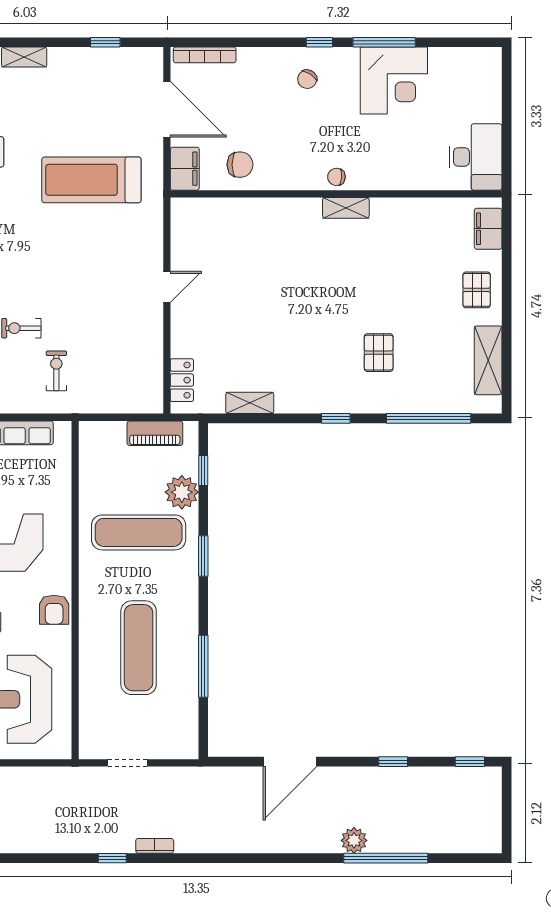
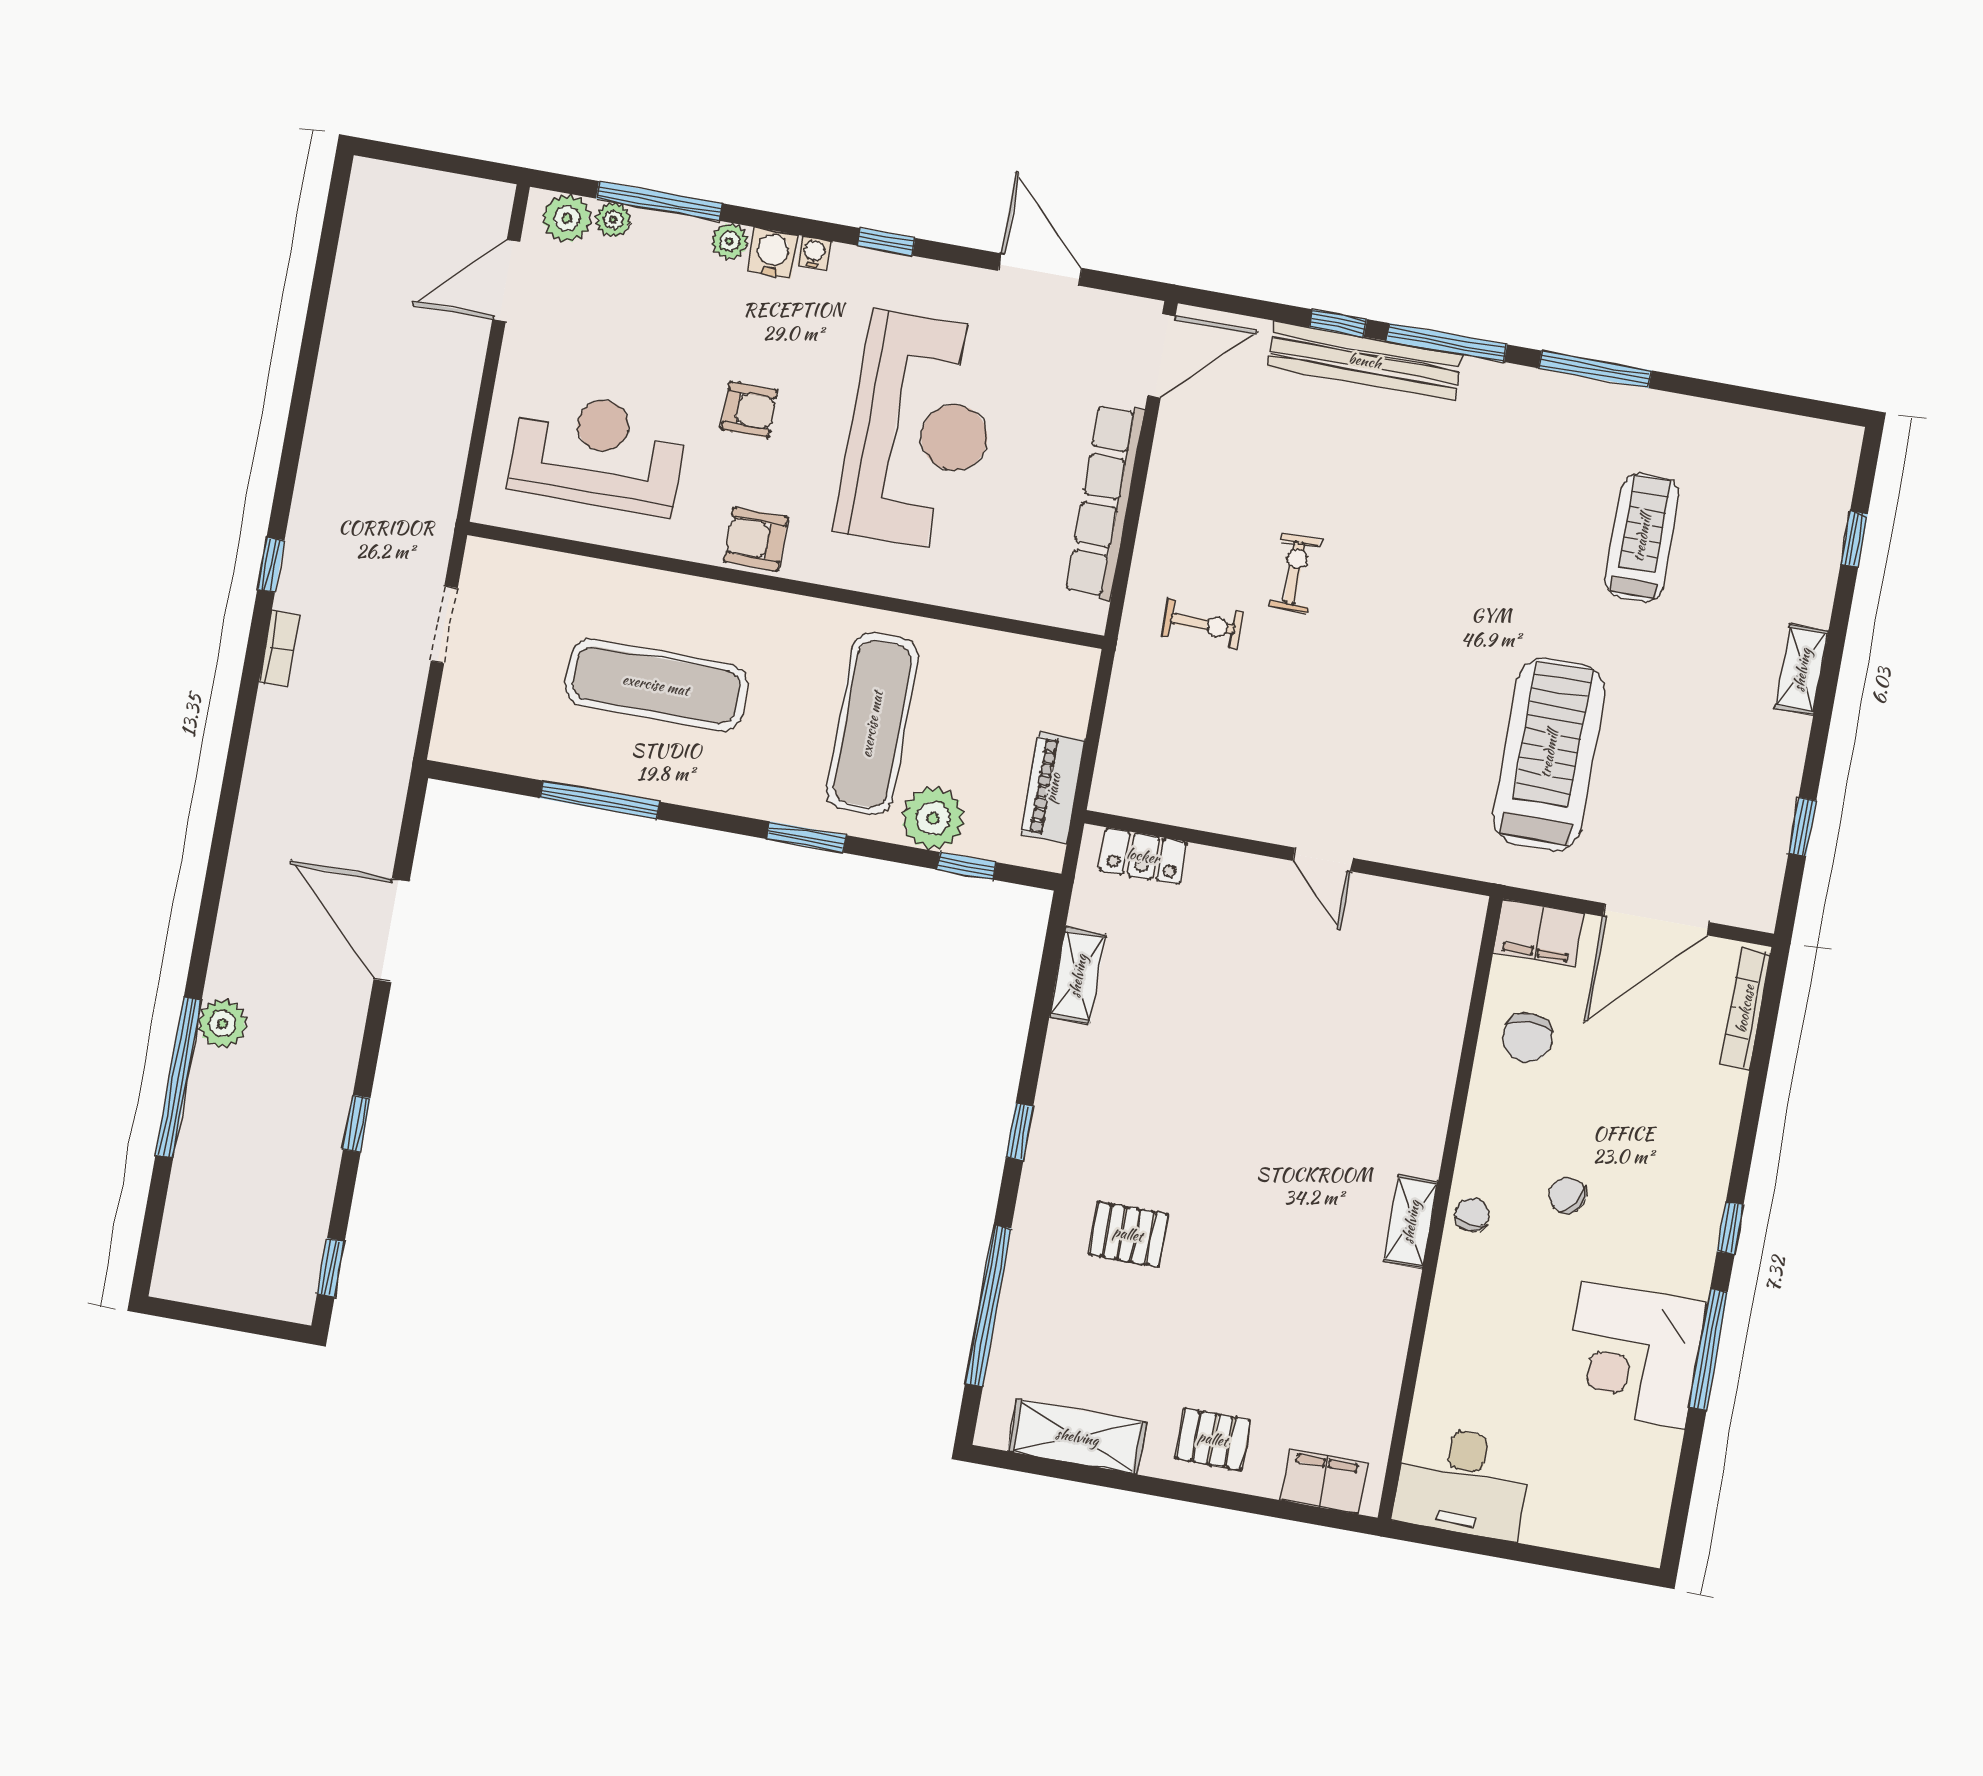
chair: (307, 79) -> (1567, 1195), moved

